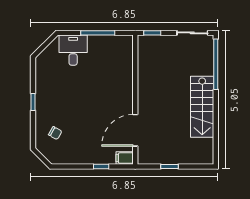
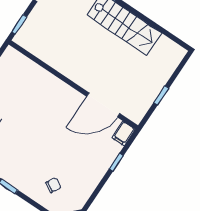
door: (135, 130) -> (103, 105), hinge flipped

